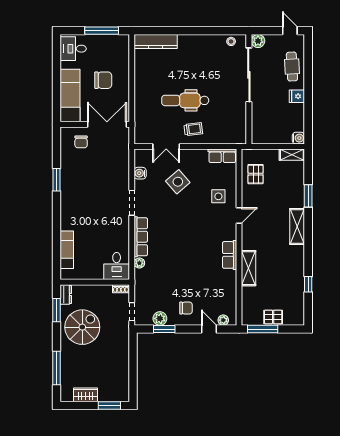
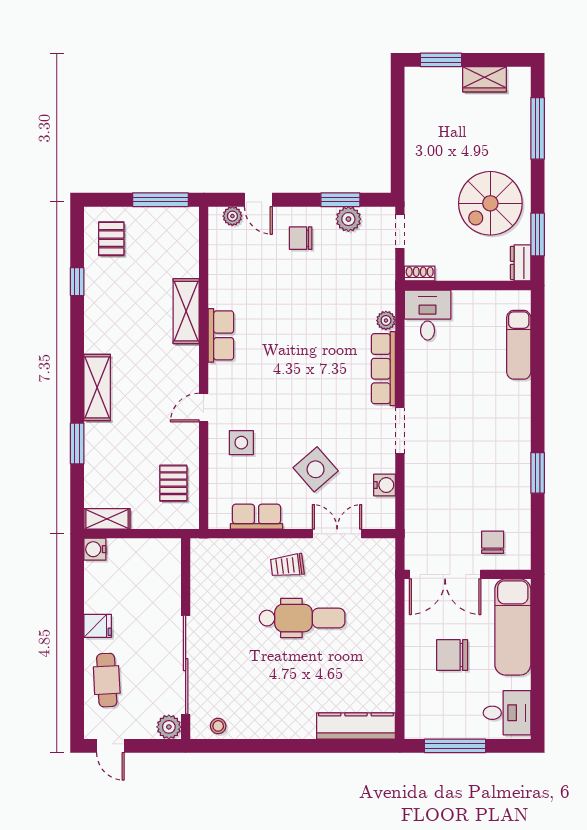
row of seats: (222, 156) -> (257, 517), moved
pallet: (273, 317) -> (111, 239), moved, turned 90

